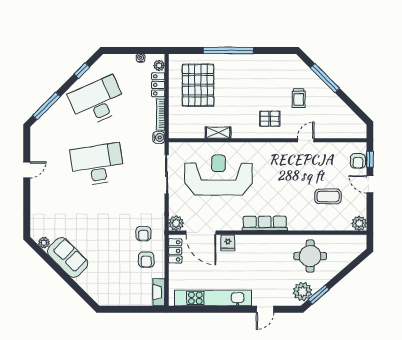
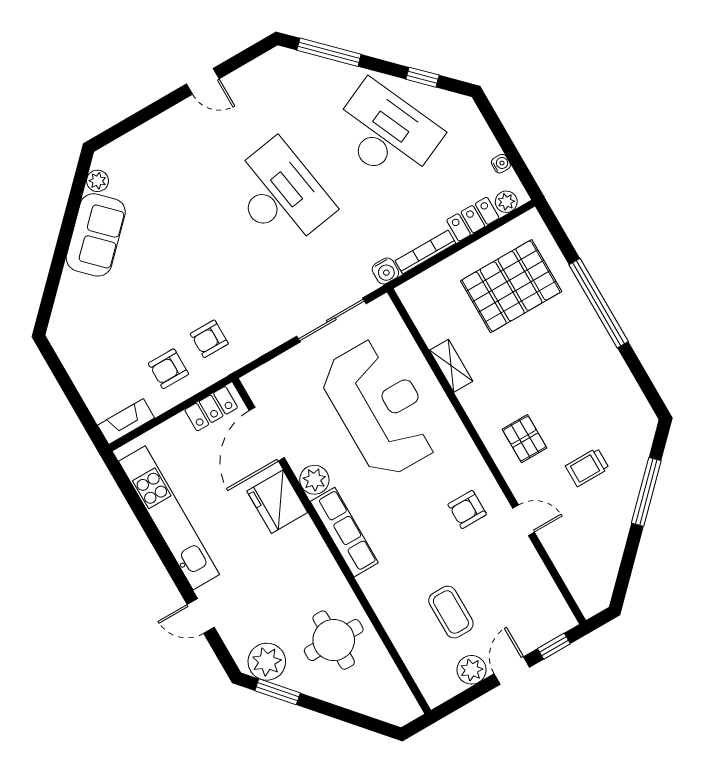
armchair: (358, 161) -> (467, 509), moved
plant: (176, 223) -> (314, 480), moved
plant: (359, 223) -> (472, 670), moved
fridge: (228, 243) -> (277, 502), width x1.88, depth x1.34

